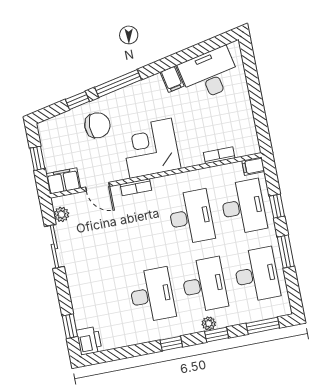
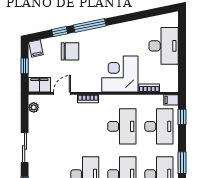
desk: (209, 74) -> (164, 46), moved, turned 102
filing cabinet: (172, 79) -> (36, 48), moved
corner desk: (151, 148) -> (120, 74), moved
door: (98, 187) -> (62, 93), swing flipped
window: (277, 206) -> (182, 117), moved
sliding door: (54, 247) -> (25, 148), moved

